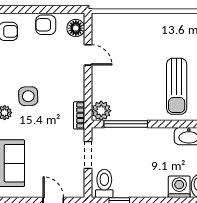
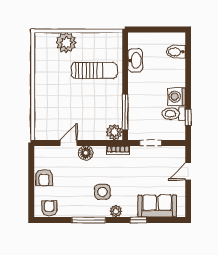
floor lamp: (76, 28) -> (86, 153), moved
toilet: (104, 183) -> (174, 114), moved
washing machine: (179, 187) -> (176, 97), moved

